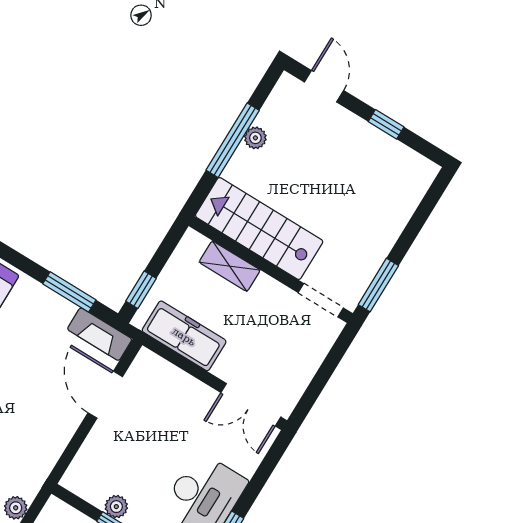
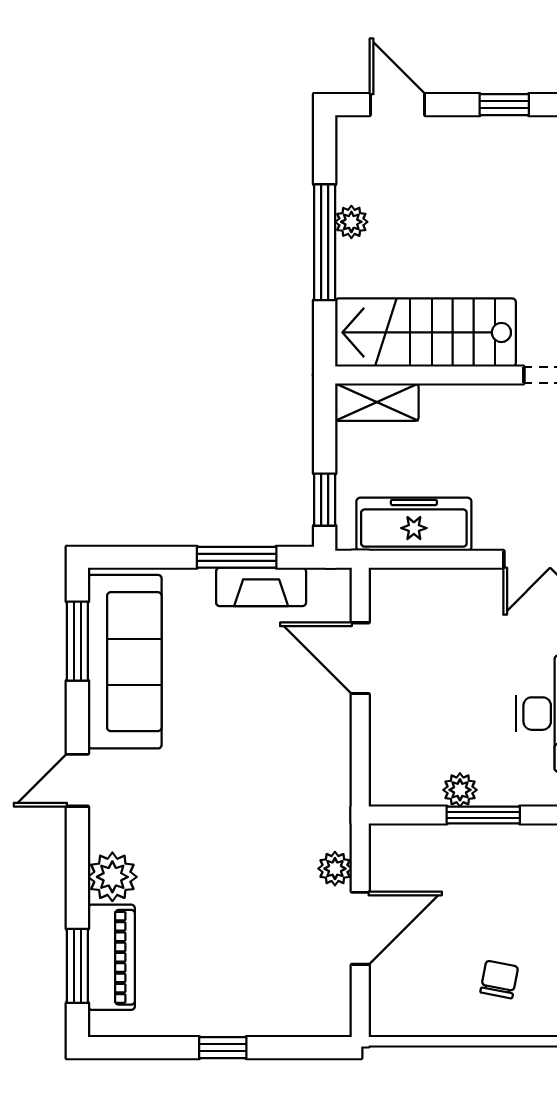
shelving: (230, 266) -> (377, 402), moved
fireplace: (100, 334) -> (261, 587), moved

